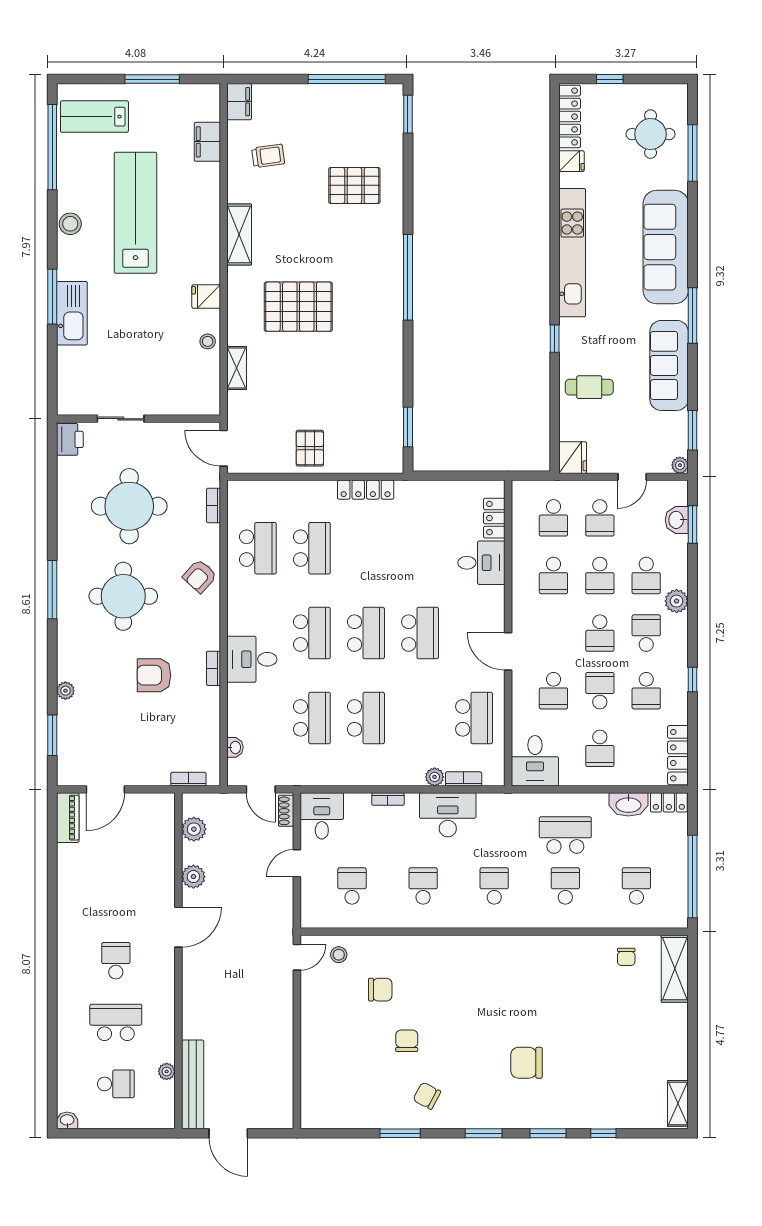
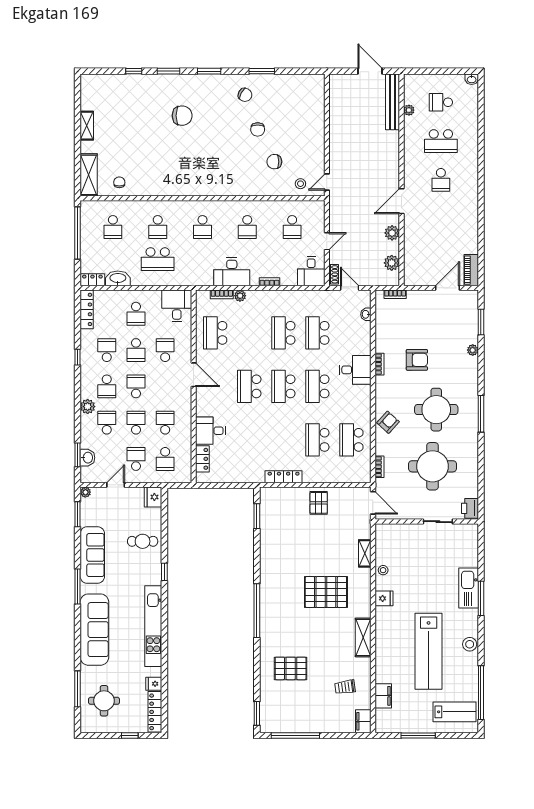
school desk: (553, 518) -> (165, 459), turned 180
school desk: (600, 748) -> (136, 314), turned 180
shelving: (678, 1103) -> (87, 126), moved

